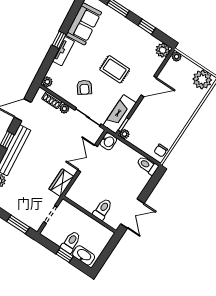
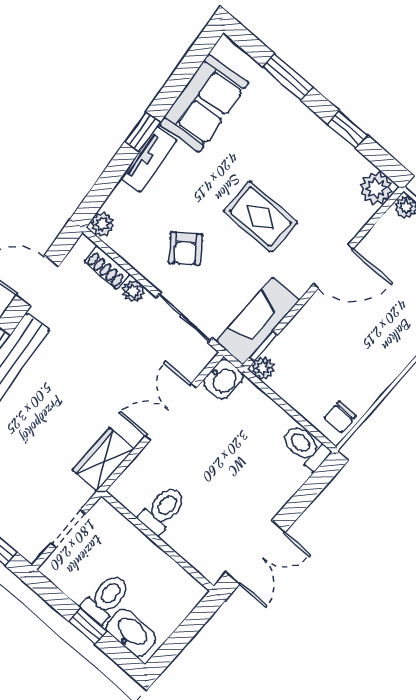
toilet: (103, 209) -> (163, 510), moved

